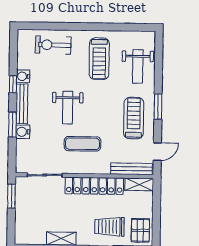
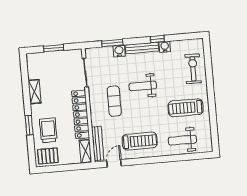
window: (158, 107) -> (151, 160), removed
window: (12, 125) -> (112, 43), moved
door: (157, 152) -> (114, 163), swing flipped
window: (11, 196) -> (54, 48), moved

